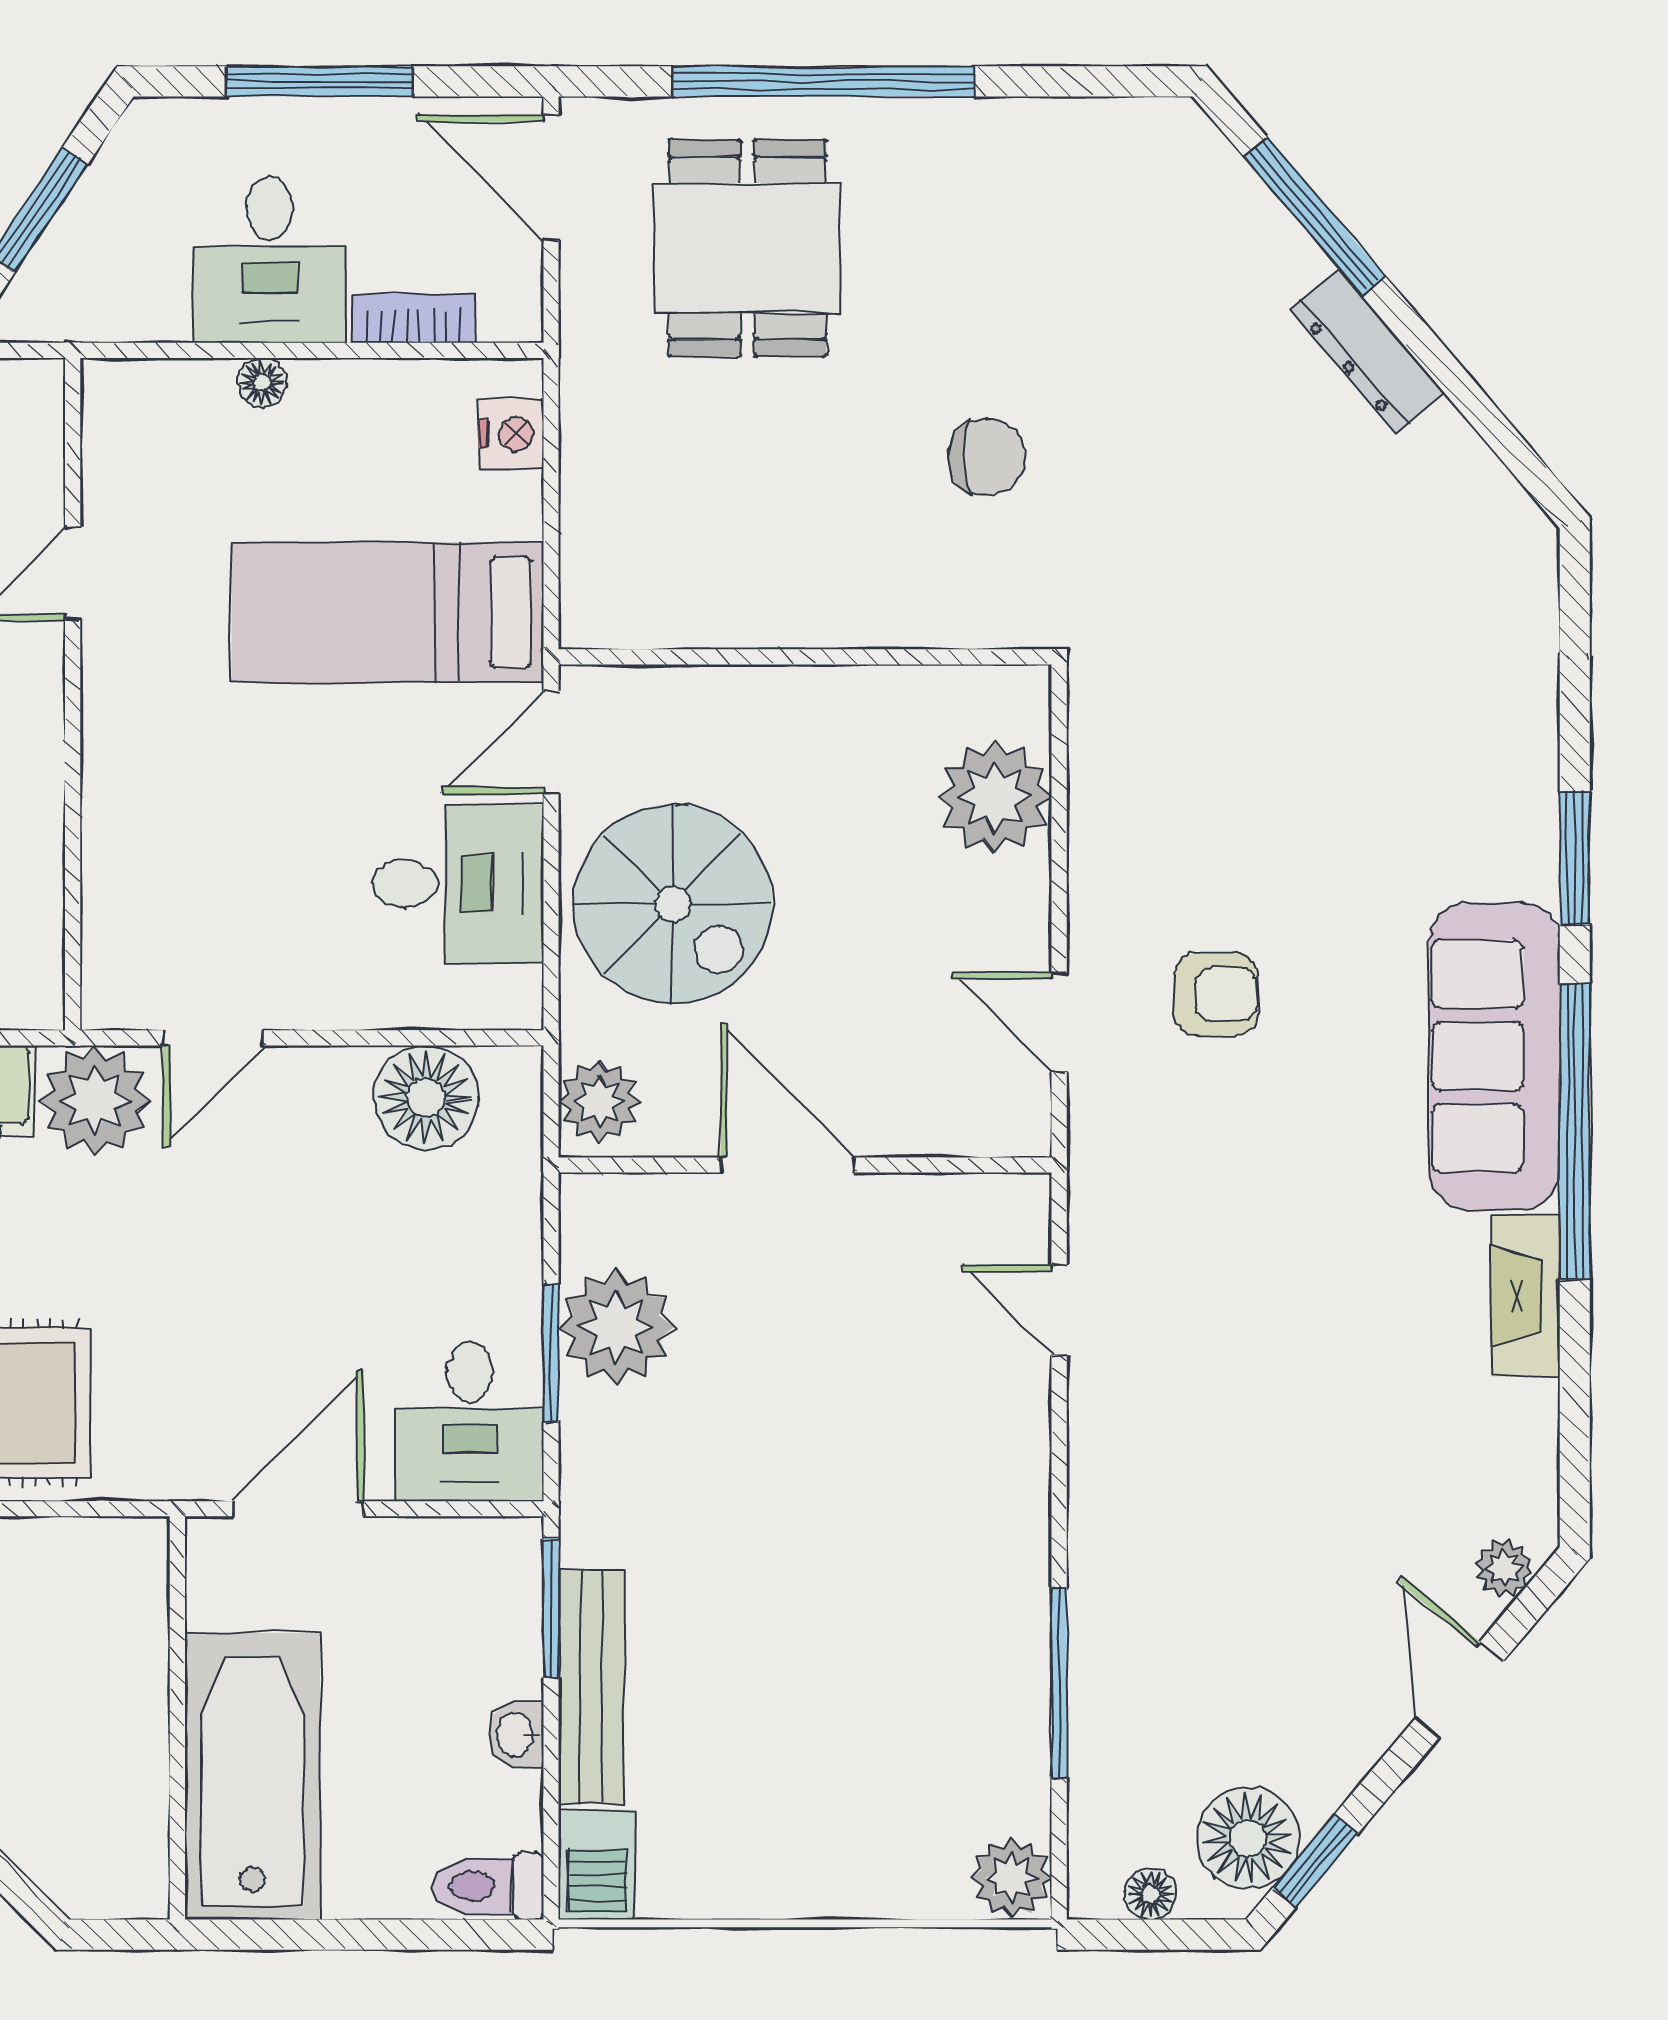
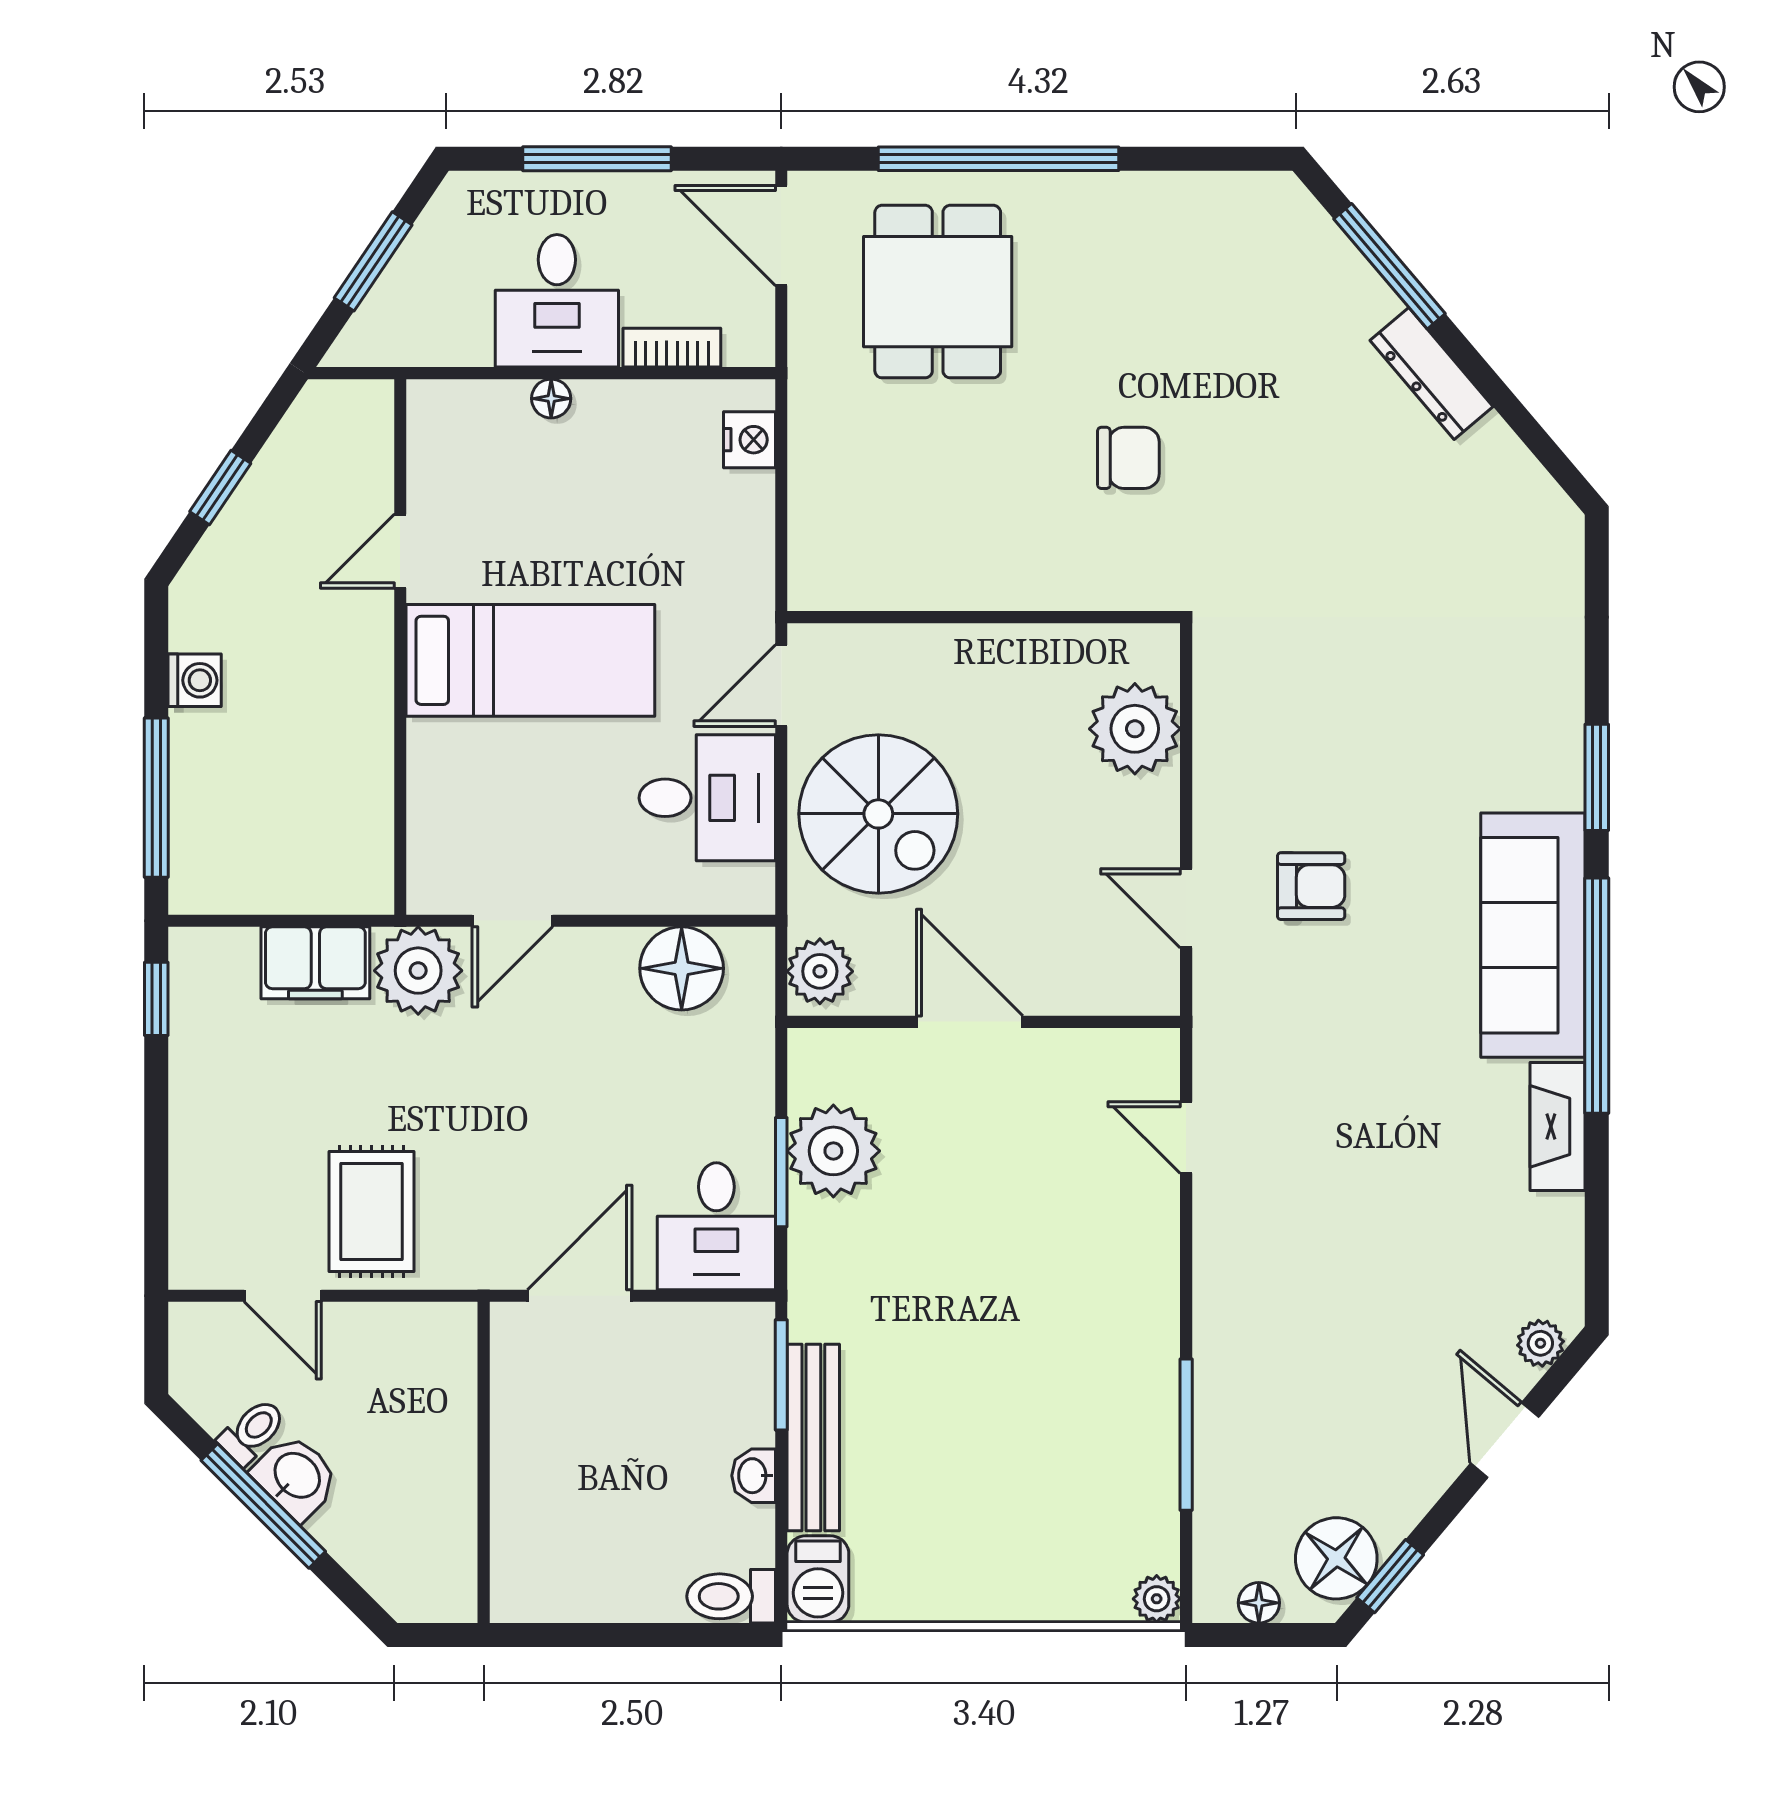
bed: (388, 612) -> (530, 660), moved, turned 180
bathtub: (252, 1776) -> (543, 1509), removed
plant: (1011, 1878) -> (1157, 1599), width x0.73, depth x0.73

